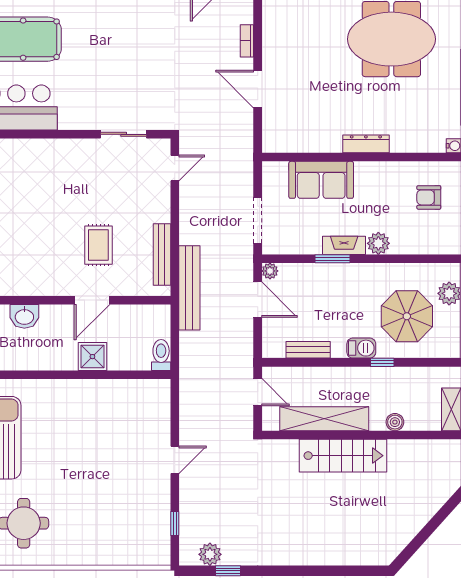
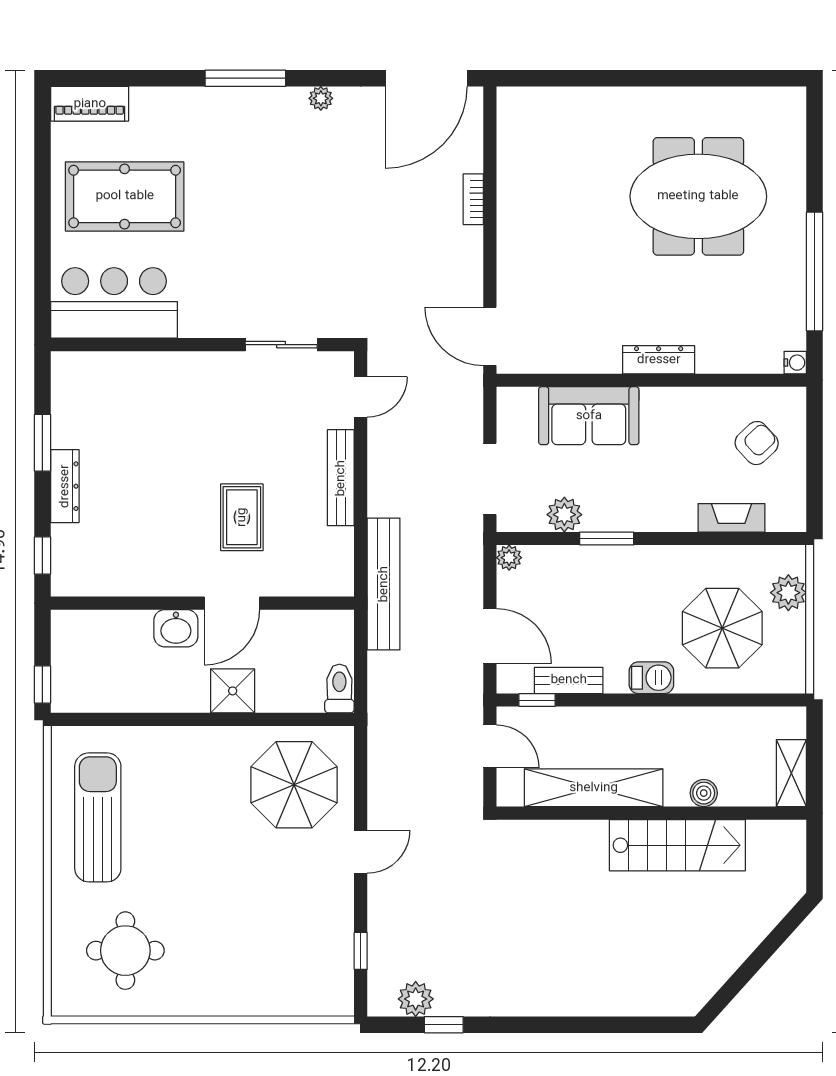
door: (258, 89) -> (490, 336), moved
armchair: (429, 197) -> (757, 443), turned 137
plant: (378, 243) -> (564, 515), moved
fireplace: (344, 245) -> (732, 518), moved
bench: (162, 255) -> (341, 478), moved
door: (258, 300) -> (490, 636), moved
washbasin: (24, 316) -> (176, 628), moved
window: (382, 362) -> (537, 700), moved
parasol: (132, 417) -> (294, 785), added
stairs: (343, 456) -> (677, 845), moved

